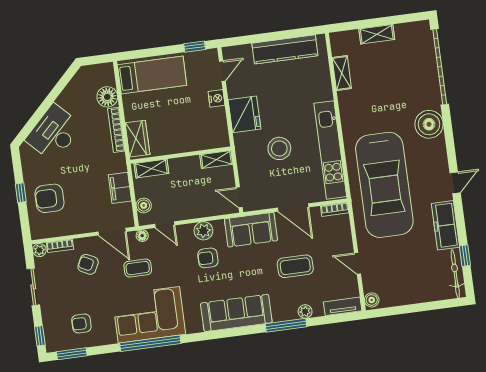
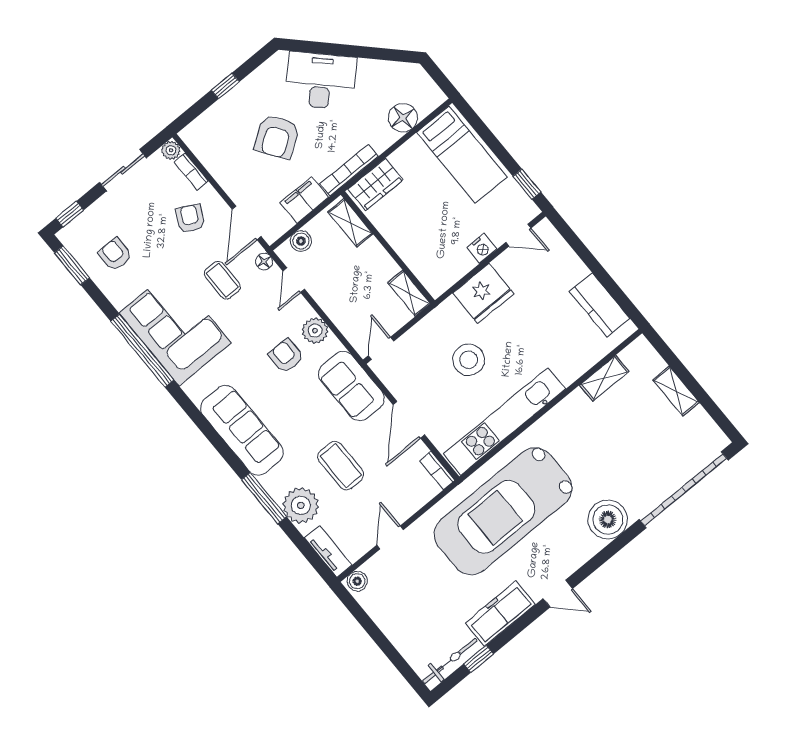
kitchen counter: (285, 49) -> (600, 305), width x0.67
bookcase: (116, 130) -> (349, 170), moved
armchair: (49, 198) -> (277, 137), moved, turned -124
plant: (305, 311) -> (301, 505), width x1.87, depth x1.87

